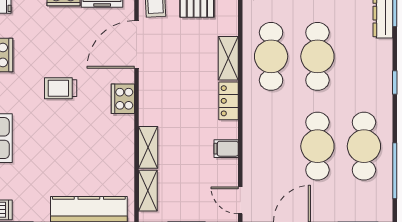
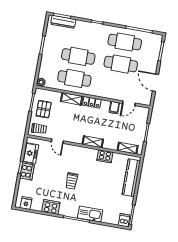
door: (137, 44) -> (57, 141), width x0.53
cooker: (123, 99) -> (105, 156), moved
shelving: (148, 147) -> (93, 142), moved
door: (240, 200) -> (129, 103), moved

